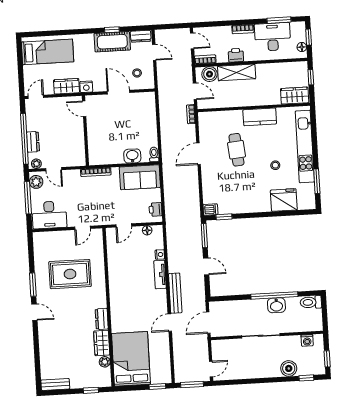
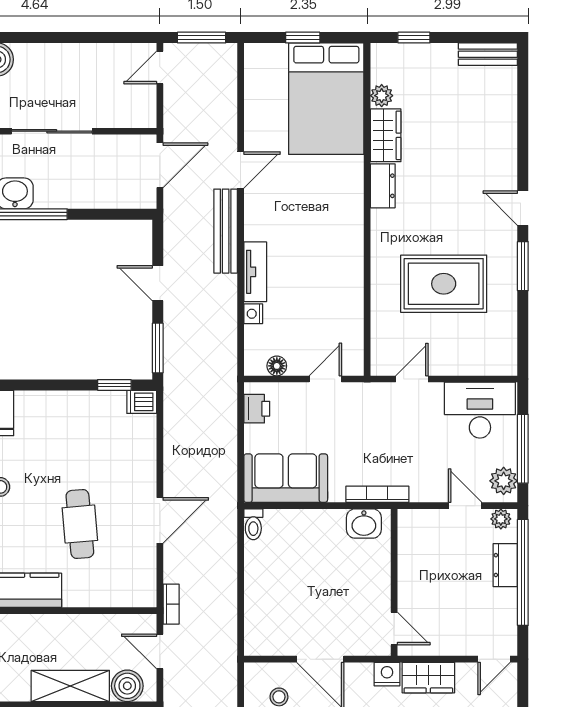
washbasin: (132, 156) -> (364, 524), moved
window: (157, 386) -> (303, 38), moved

